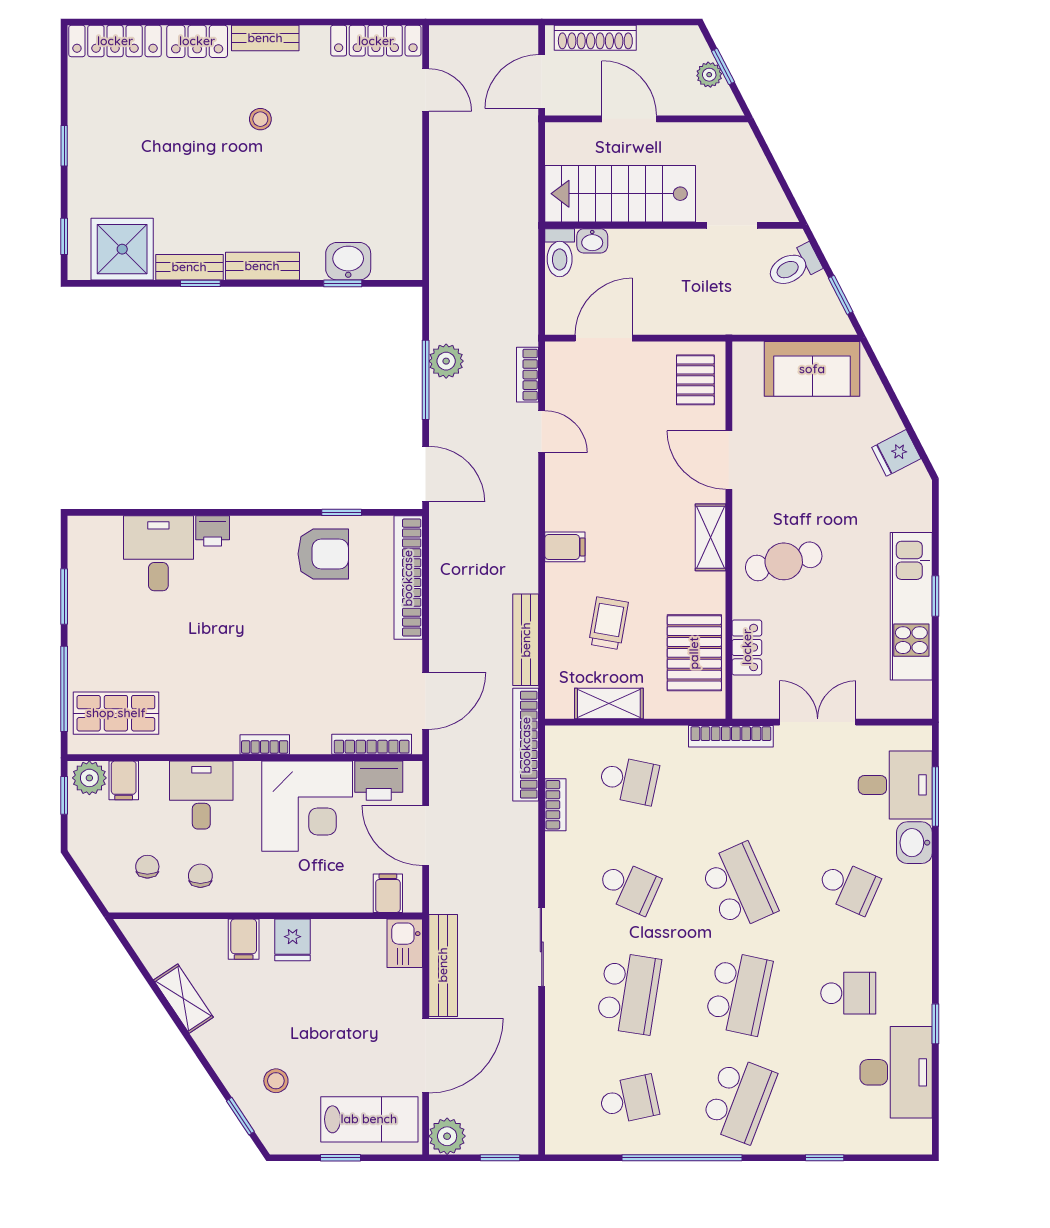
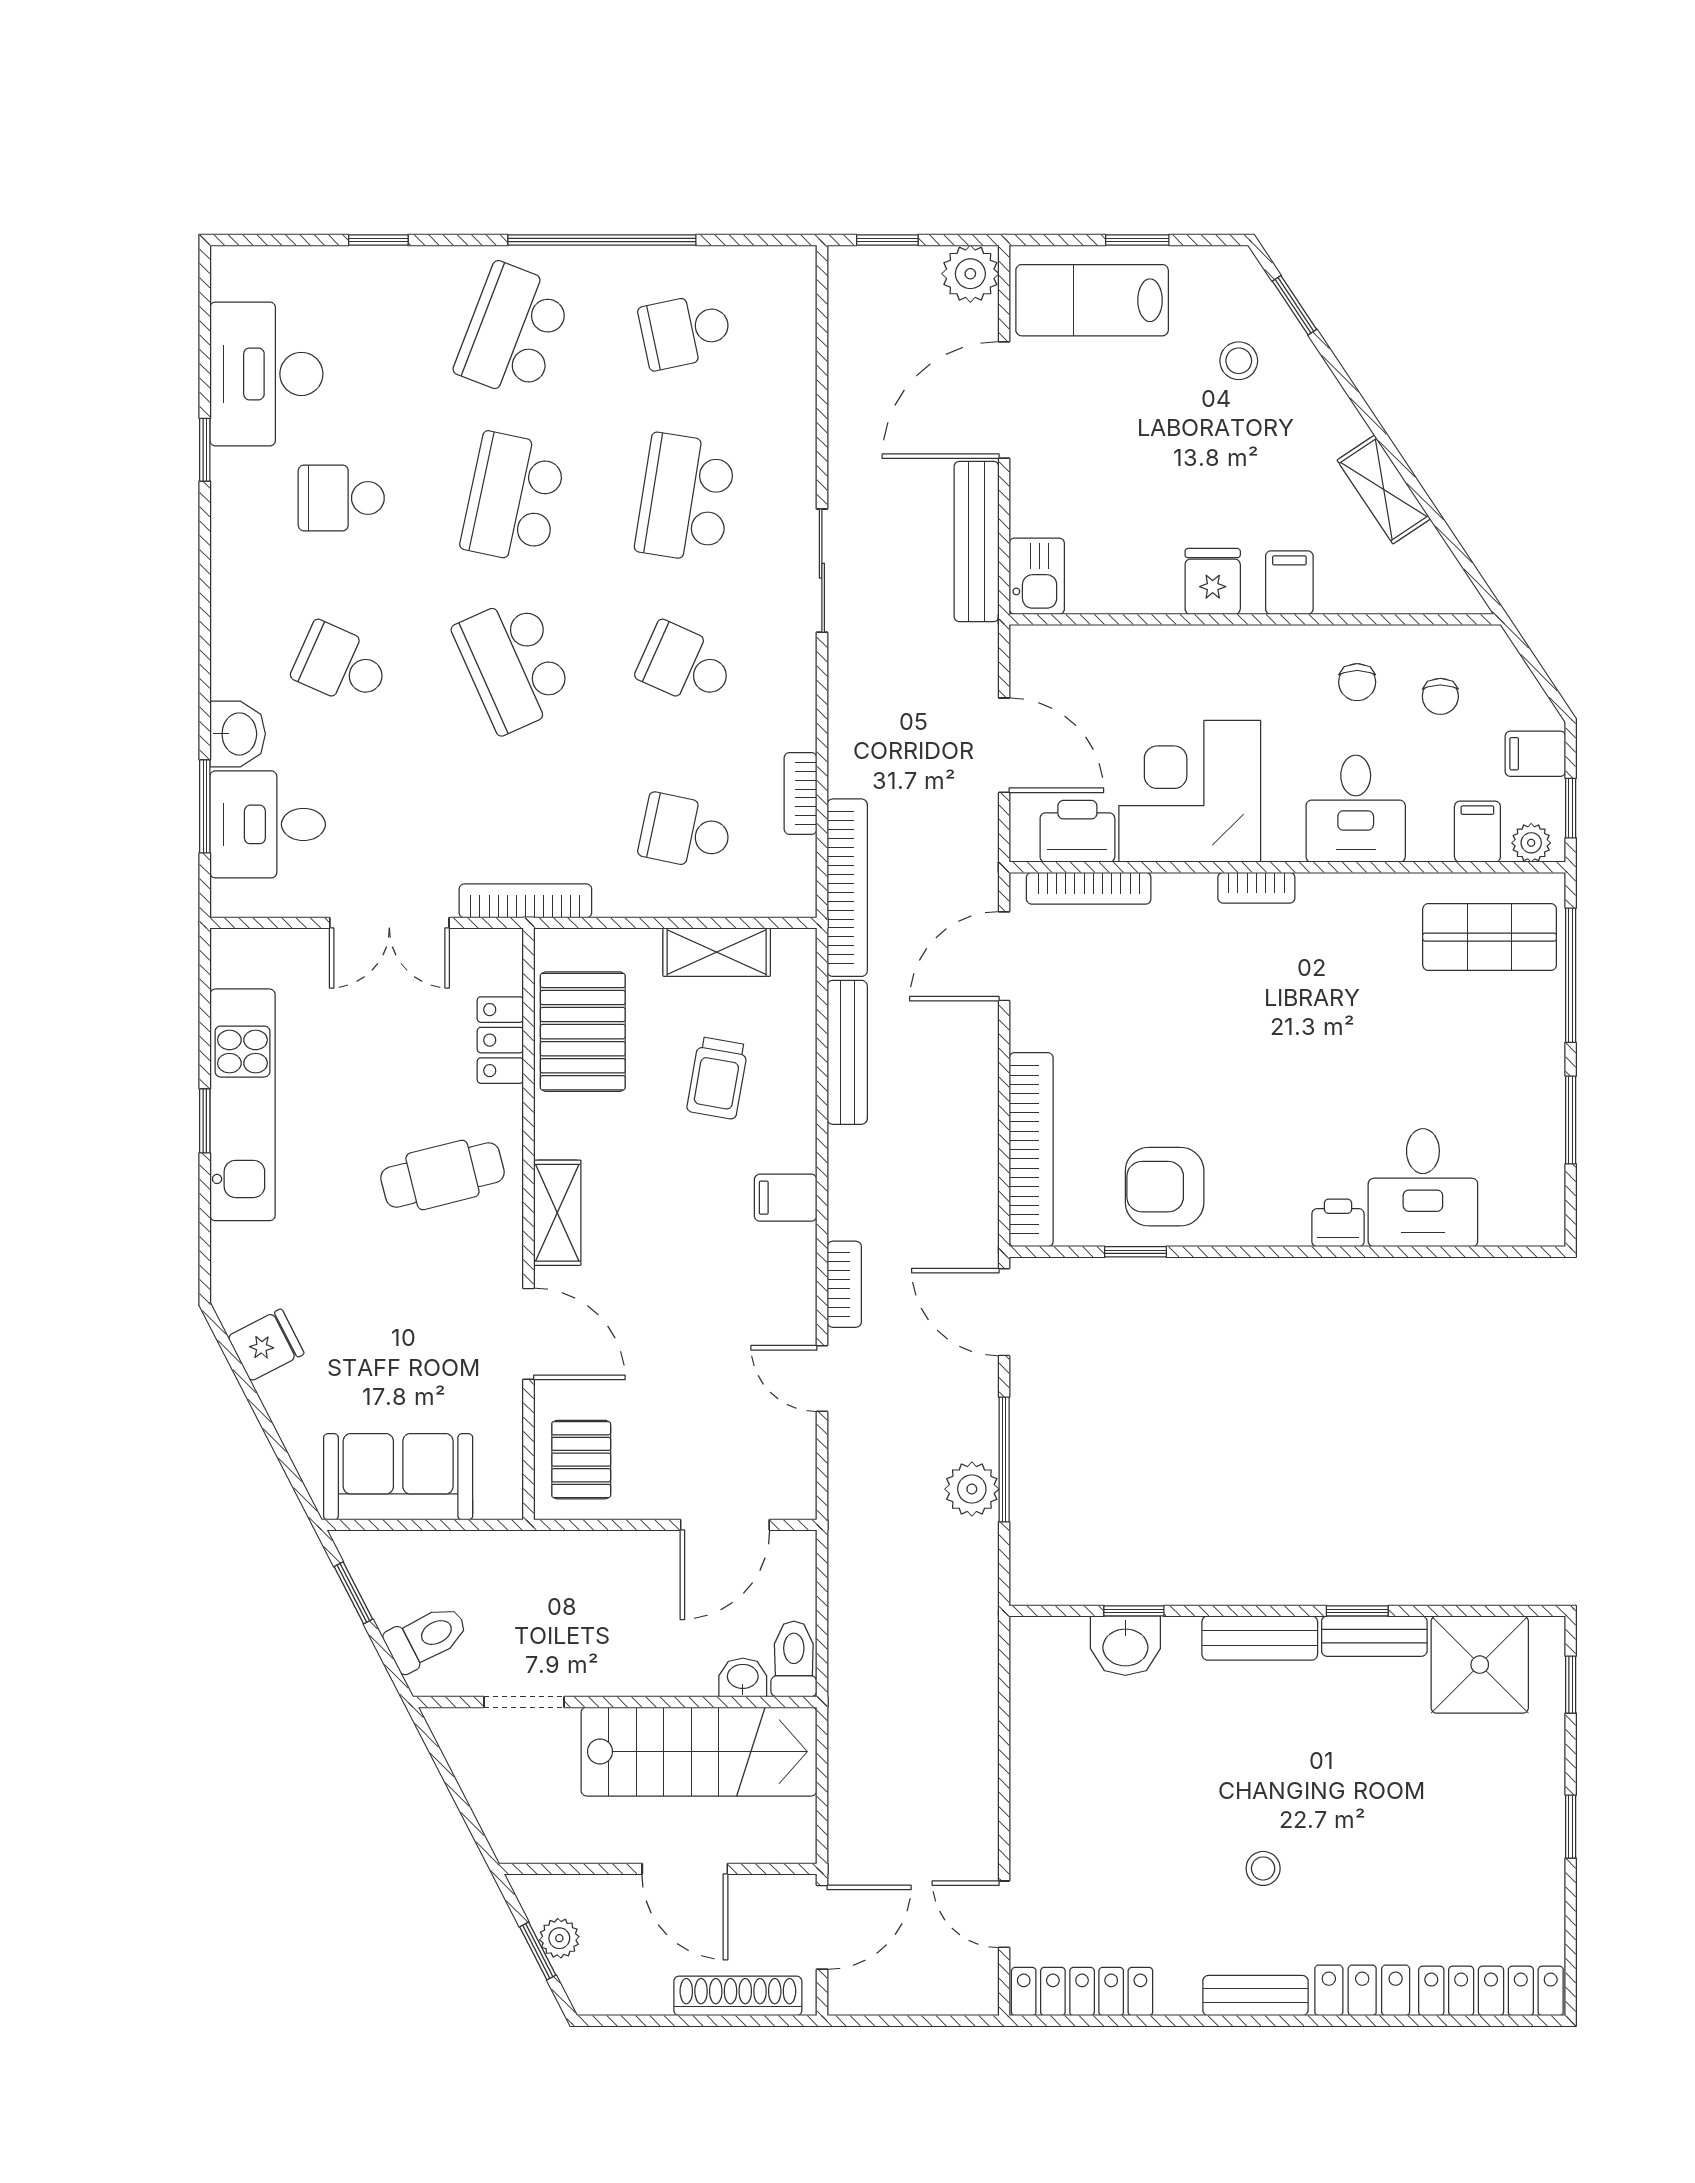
bookcase: (528, 375) -> (844, 1284), moved
plant: (89, 778) -> (1531, 843), width x0.73, depth x0.73
filing cabinet: (388, 893) -> (1535, 754), moved, turned 90

